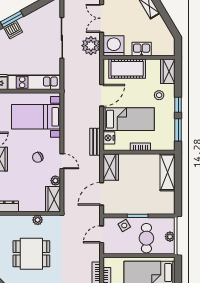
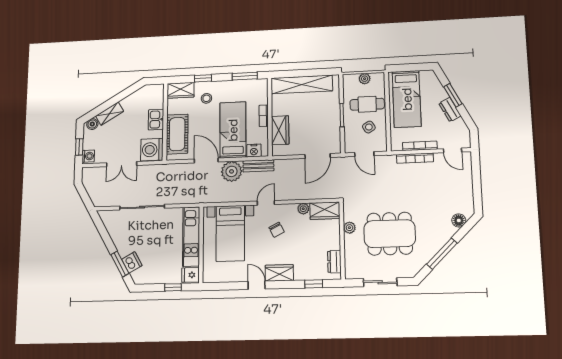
plant: (91, 46) -> (232, 171), moved
window: (178, 105) -> (203, 78), moved
door: (62, 161) -> (266, 203), moved
wardrobe: (111, 167) -> (280, 130), moved, turned 90
shelving: (168, 172) -> (302, 84), width x1.47
door: (102, 194) -> (318, 156), hinge flipped
side table: (124, 225) -> (369, 127), moved
dining table: (31, 254) -> (390, 234), width x1.38

